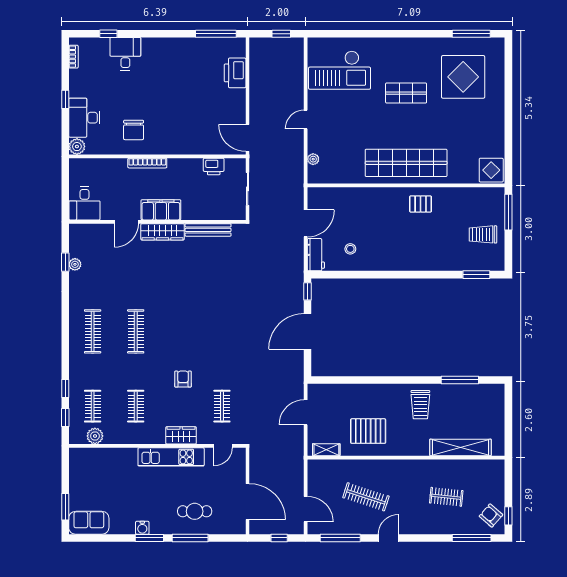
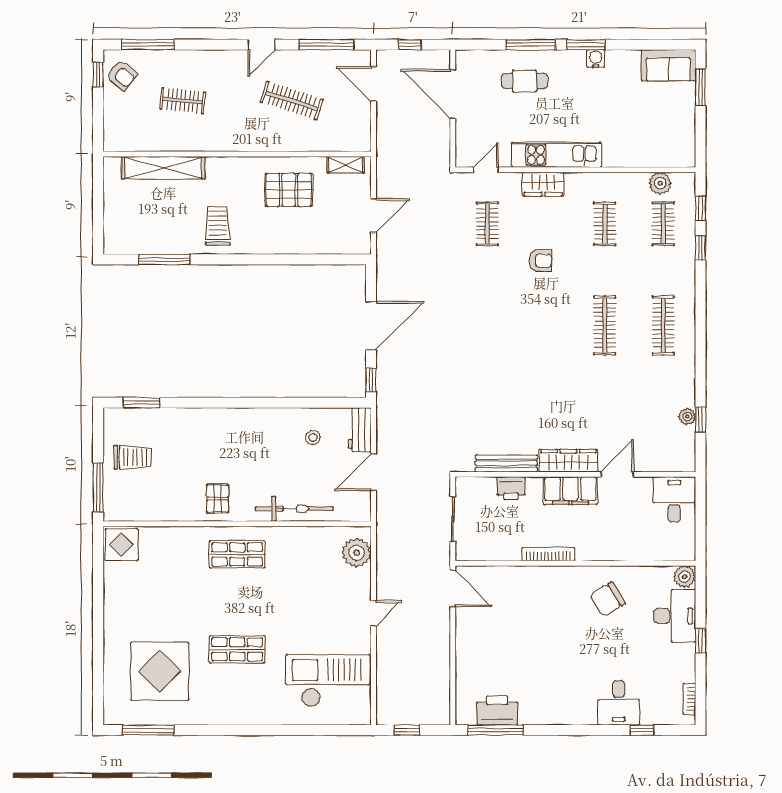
printer: (235, 73) -> (497, 711), moved, turned -90
chair: (134, 130) -> (608, 599), turned -122
plant: (313, 159) -> (357, 553), width x1.87, depth x1.87
bookcase: (147, 163) -> (548, 554), moved
shop shelf: (406, 163) -> (237, 554), width x0.50, depth x0.74
printer: (214, 166) -> (511, 488), moved, turned 180
bicycle: (364, 196) -> (294, 509), added
pallet: (421, 204) -> (218, 499), turned 90
armchair: (183, 379) -> (540, 261), turned -90

